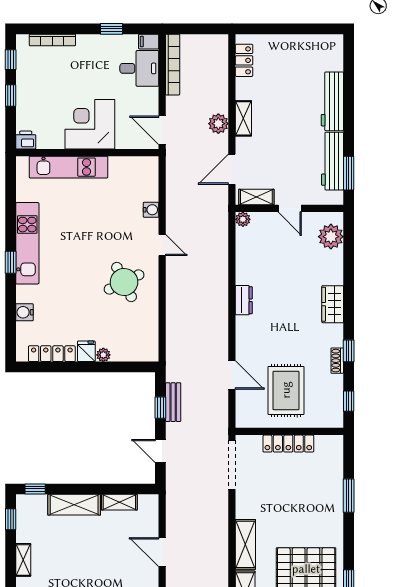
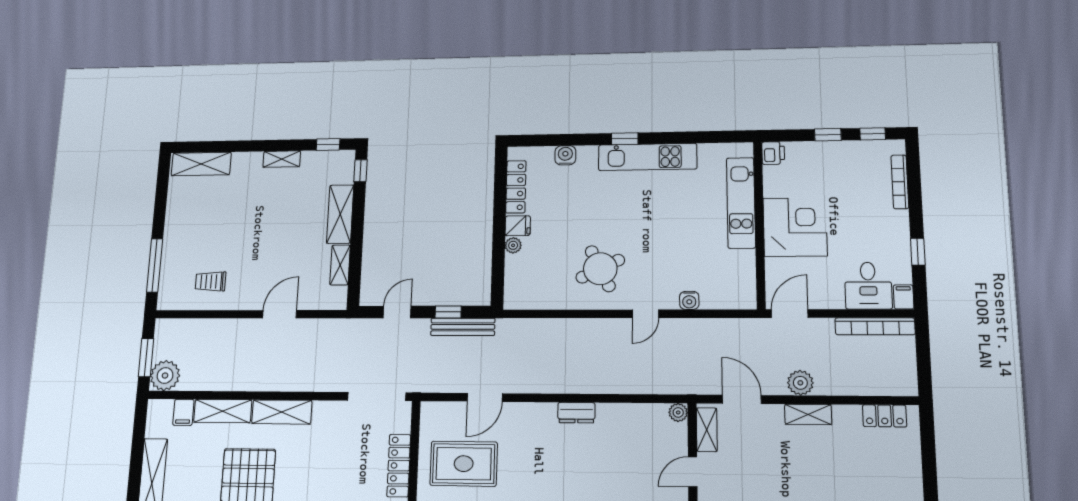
bench: (173, 402) -> (463, 327), width x1.36

